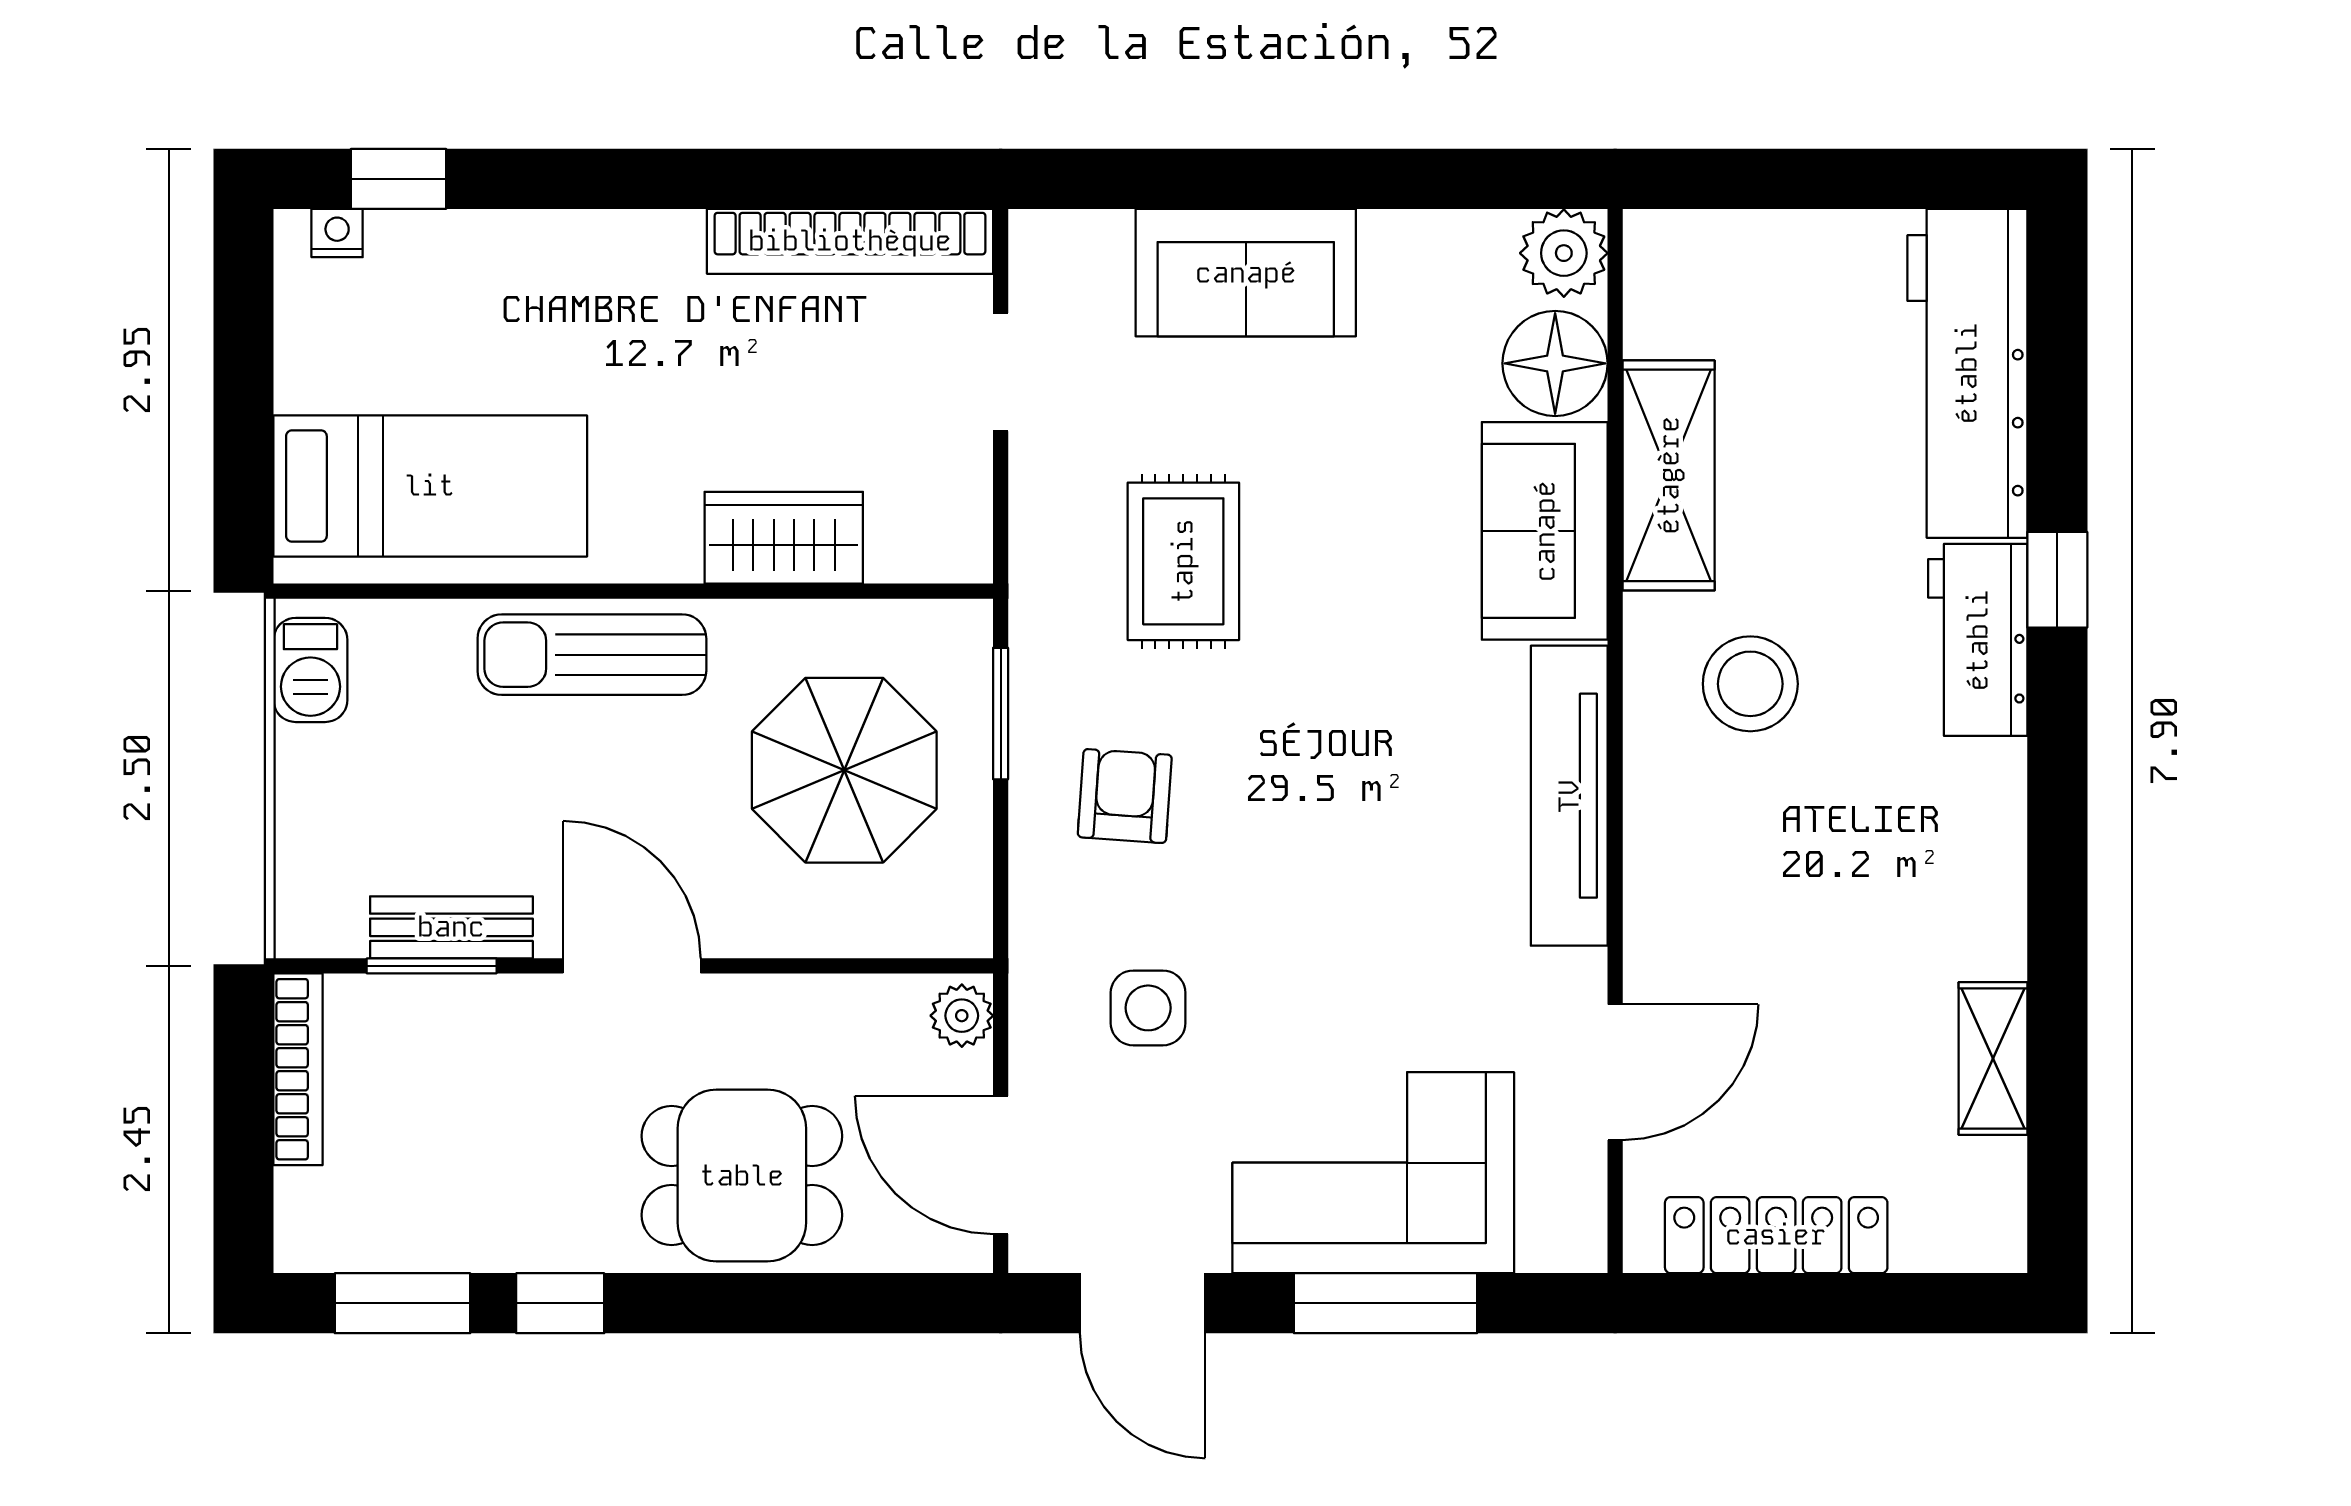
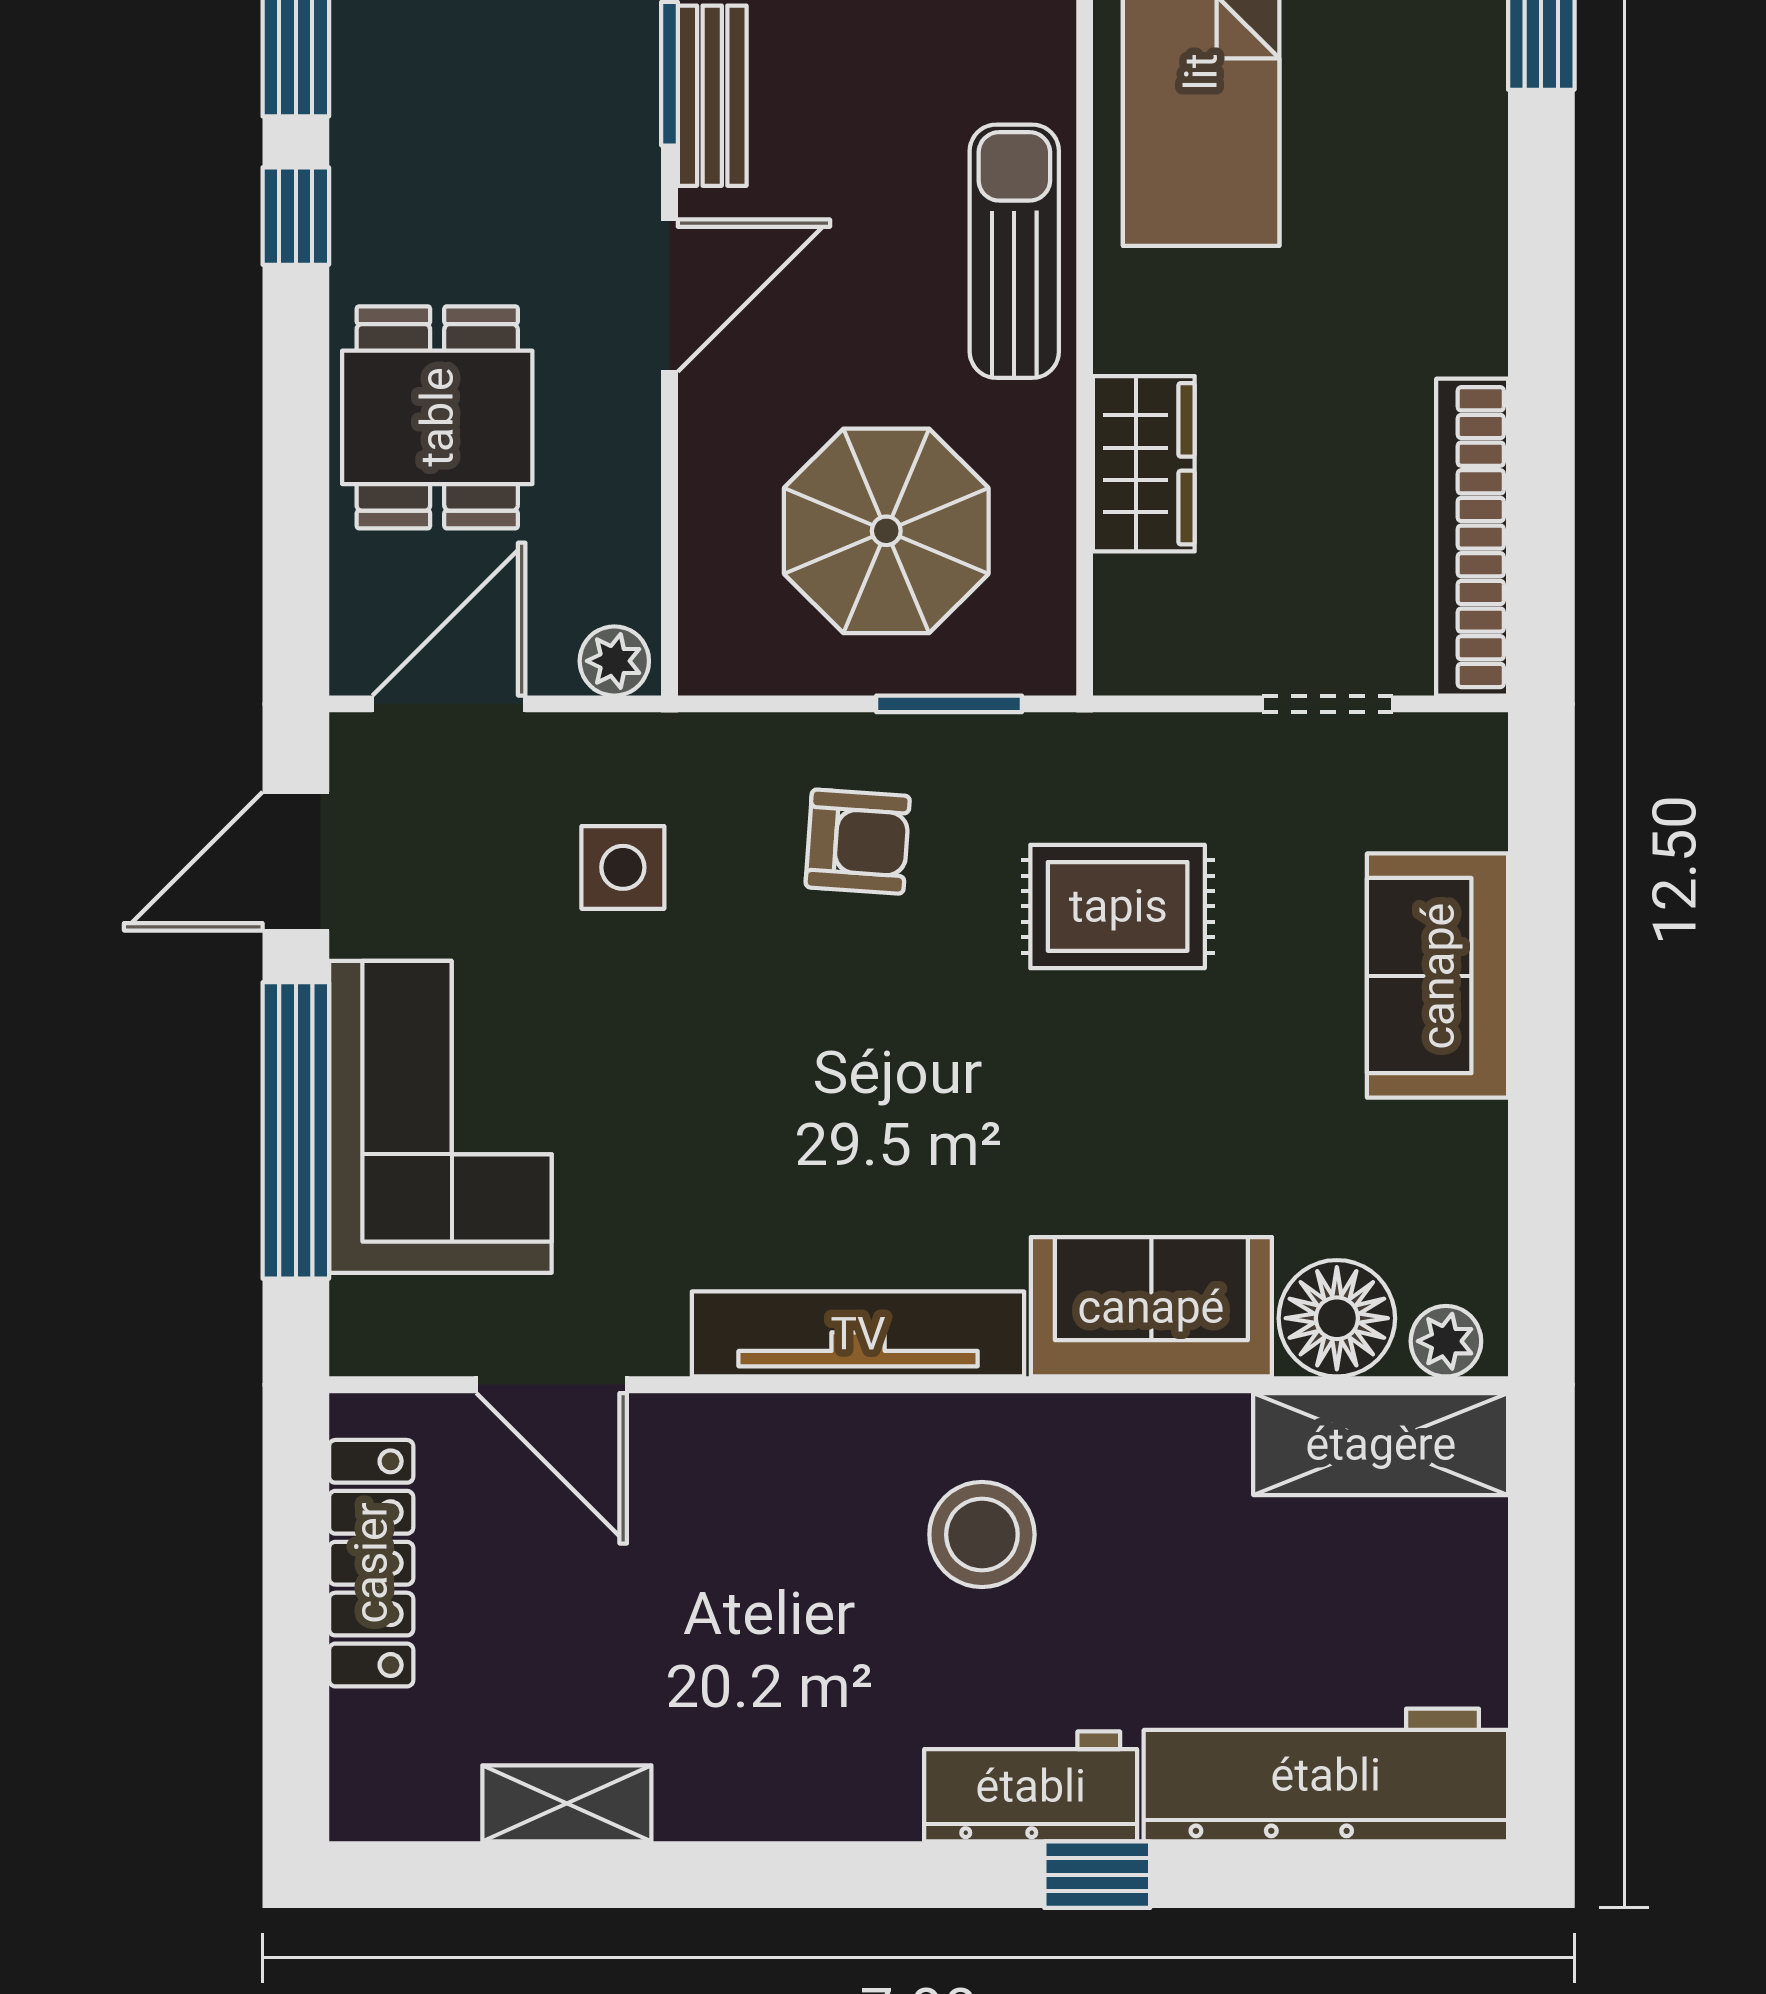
plant: (1564, 253) -> (1446, 1341), width x0.73, depth x0.73
shelving: (1669, 475) -> (1381, 1444), moved
window: (1385, 1303) -> (296, 1130), width x1.46

